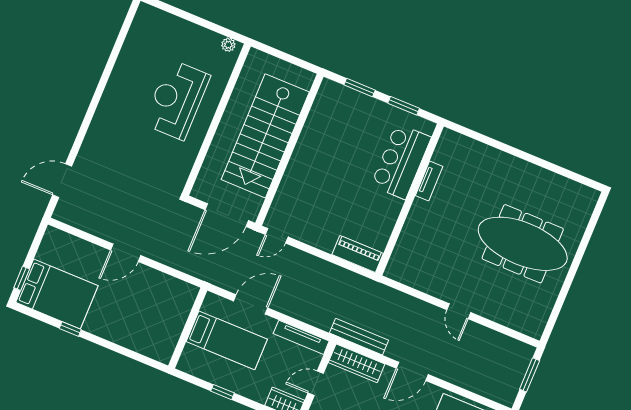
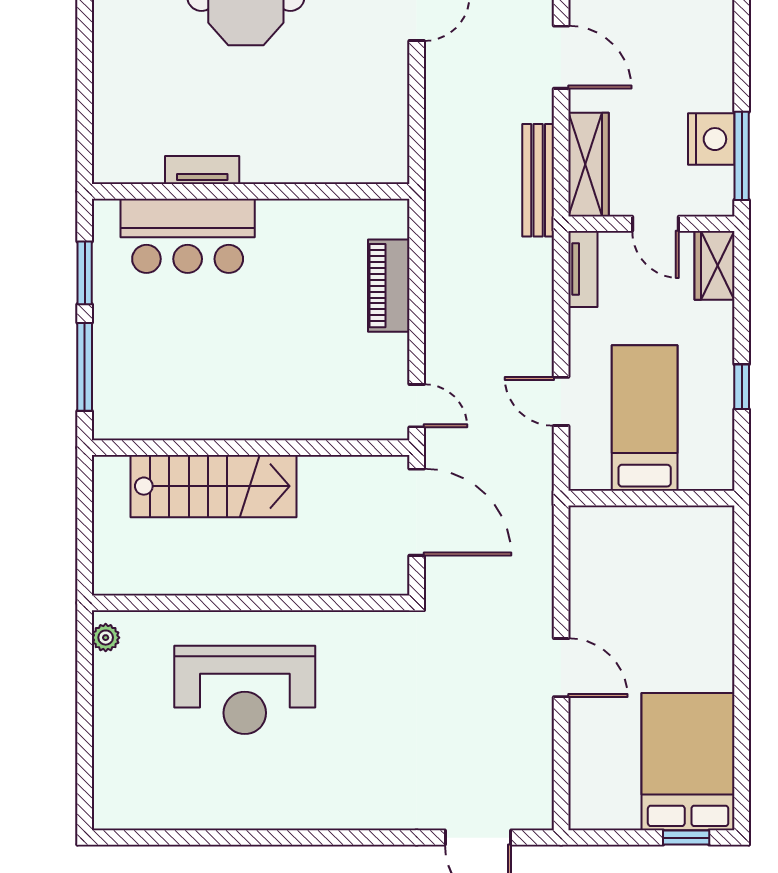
window: (360, 87) -> (85, 367), width x1.44
stairs: (265, 136) -> (213, 486), width x0.73, depth x0.66
piano: (358, 254) -> (389, 286), moved
door: (251, 304) -> (561, 401), width x0.73
window: (70, 329) -> (742, 711), removed
tv unit: (301, 337) -> (583, 269), width x0.71

